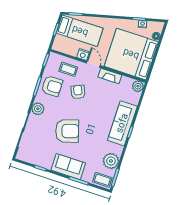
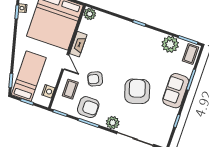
nightstand: (83, 55) -> (48, 91), moved
door: (93, 64) -> (65, 62), swing flipped
armchair: (52, 86) -> (88, 107), turned 90
sofa: (122, 123) -> (130, 32), removed

